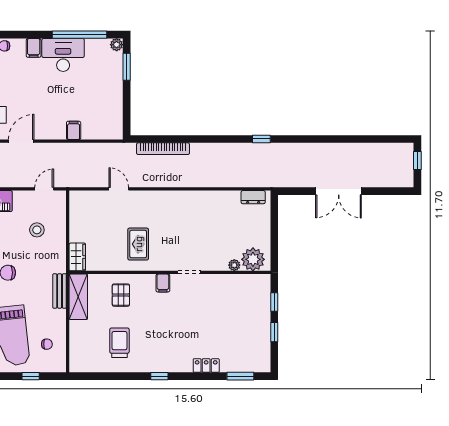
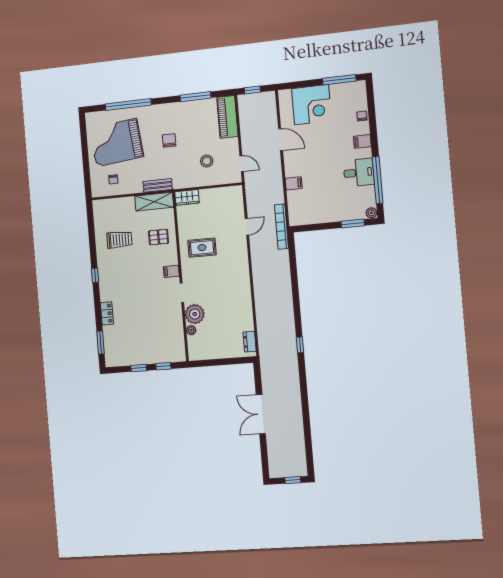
desk: (63, 55) -> (359, 173), width x0.73
bookcase: (163, 149) -> (281, 227), moved
plant: (253, 259) -> (195, 314), moved
window: (31, 376) -> (86, 169), removed

